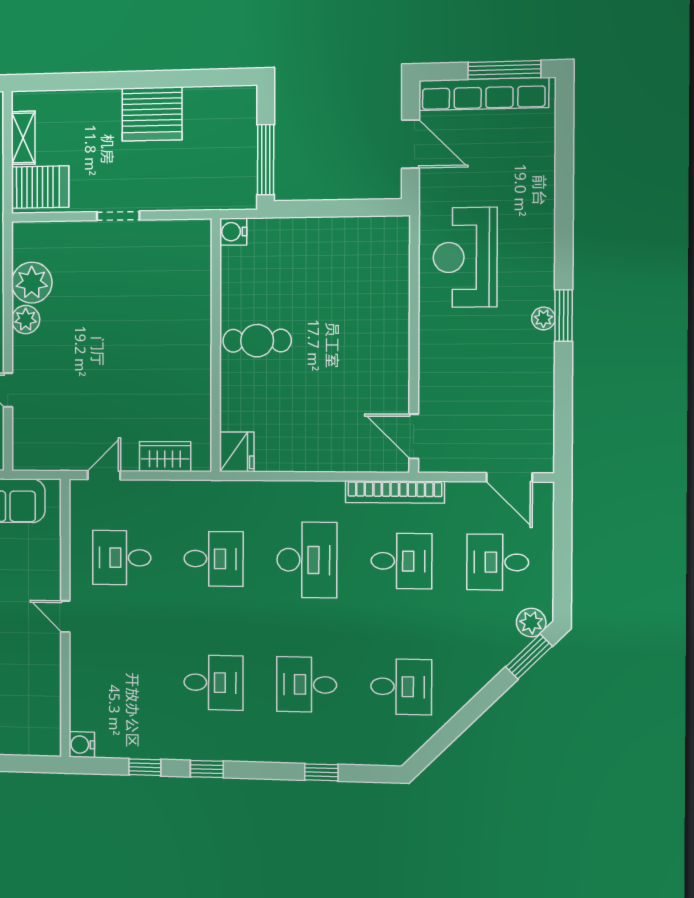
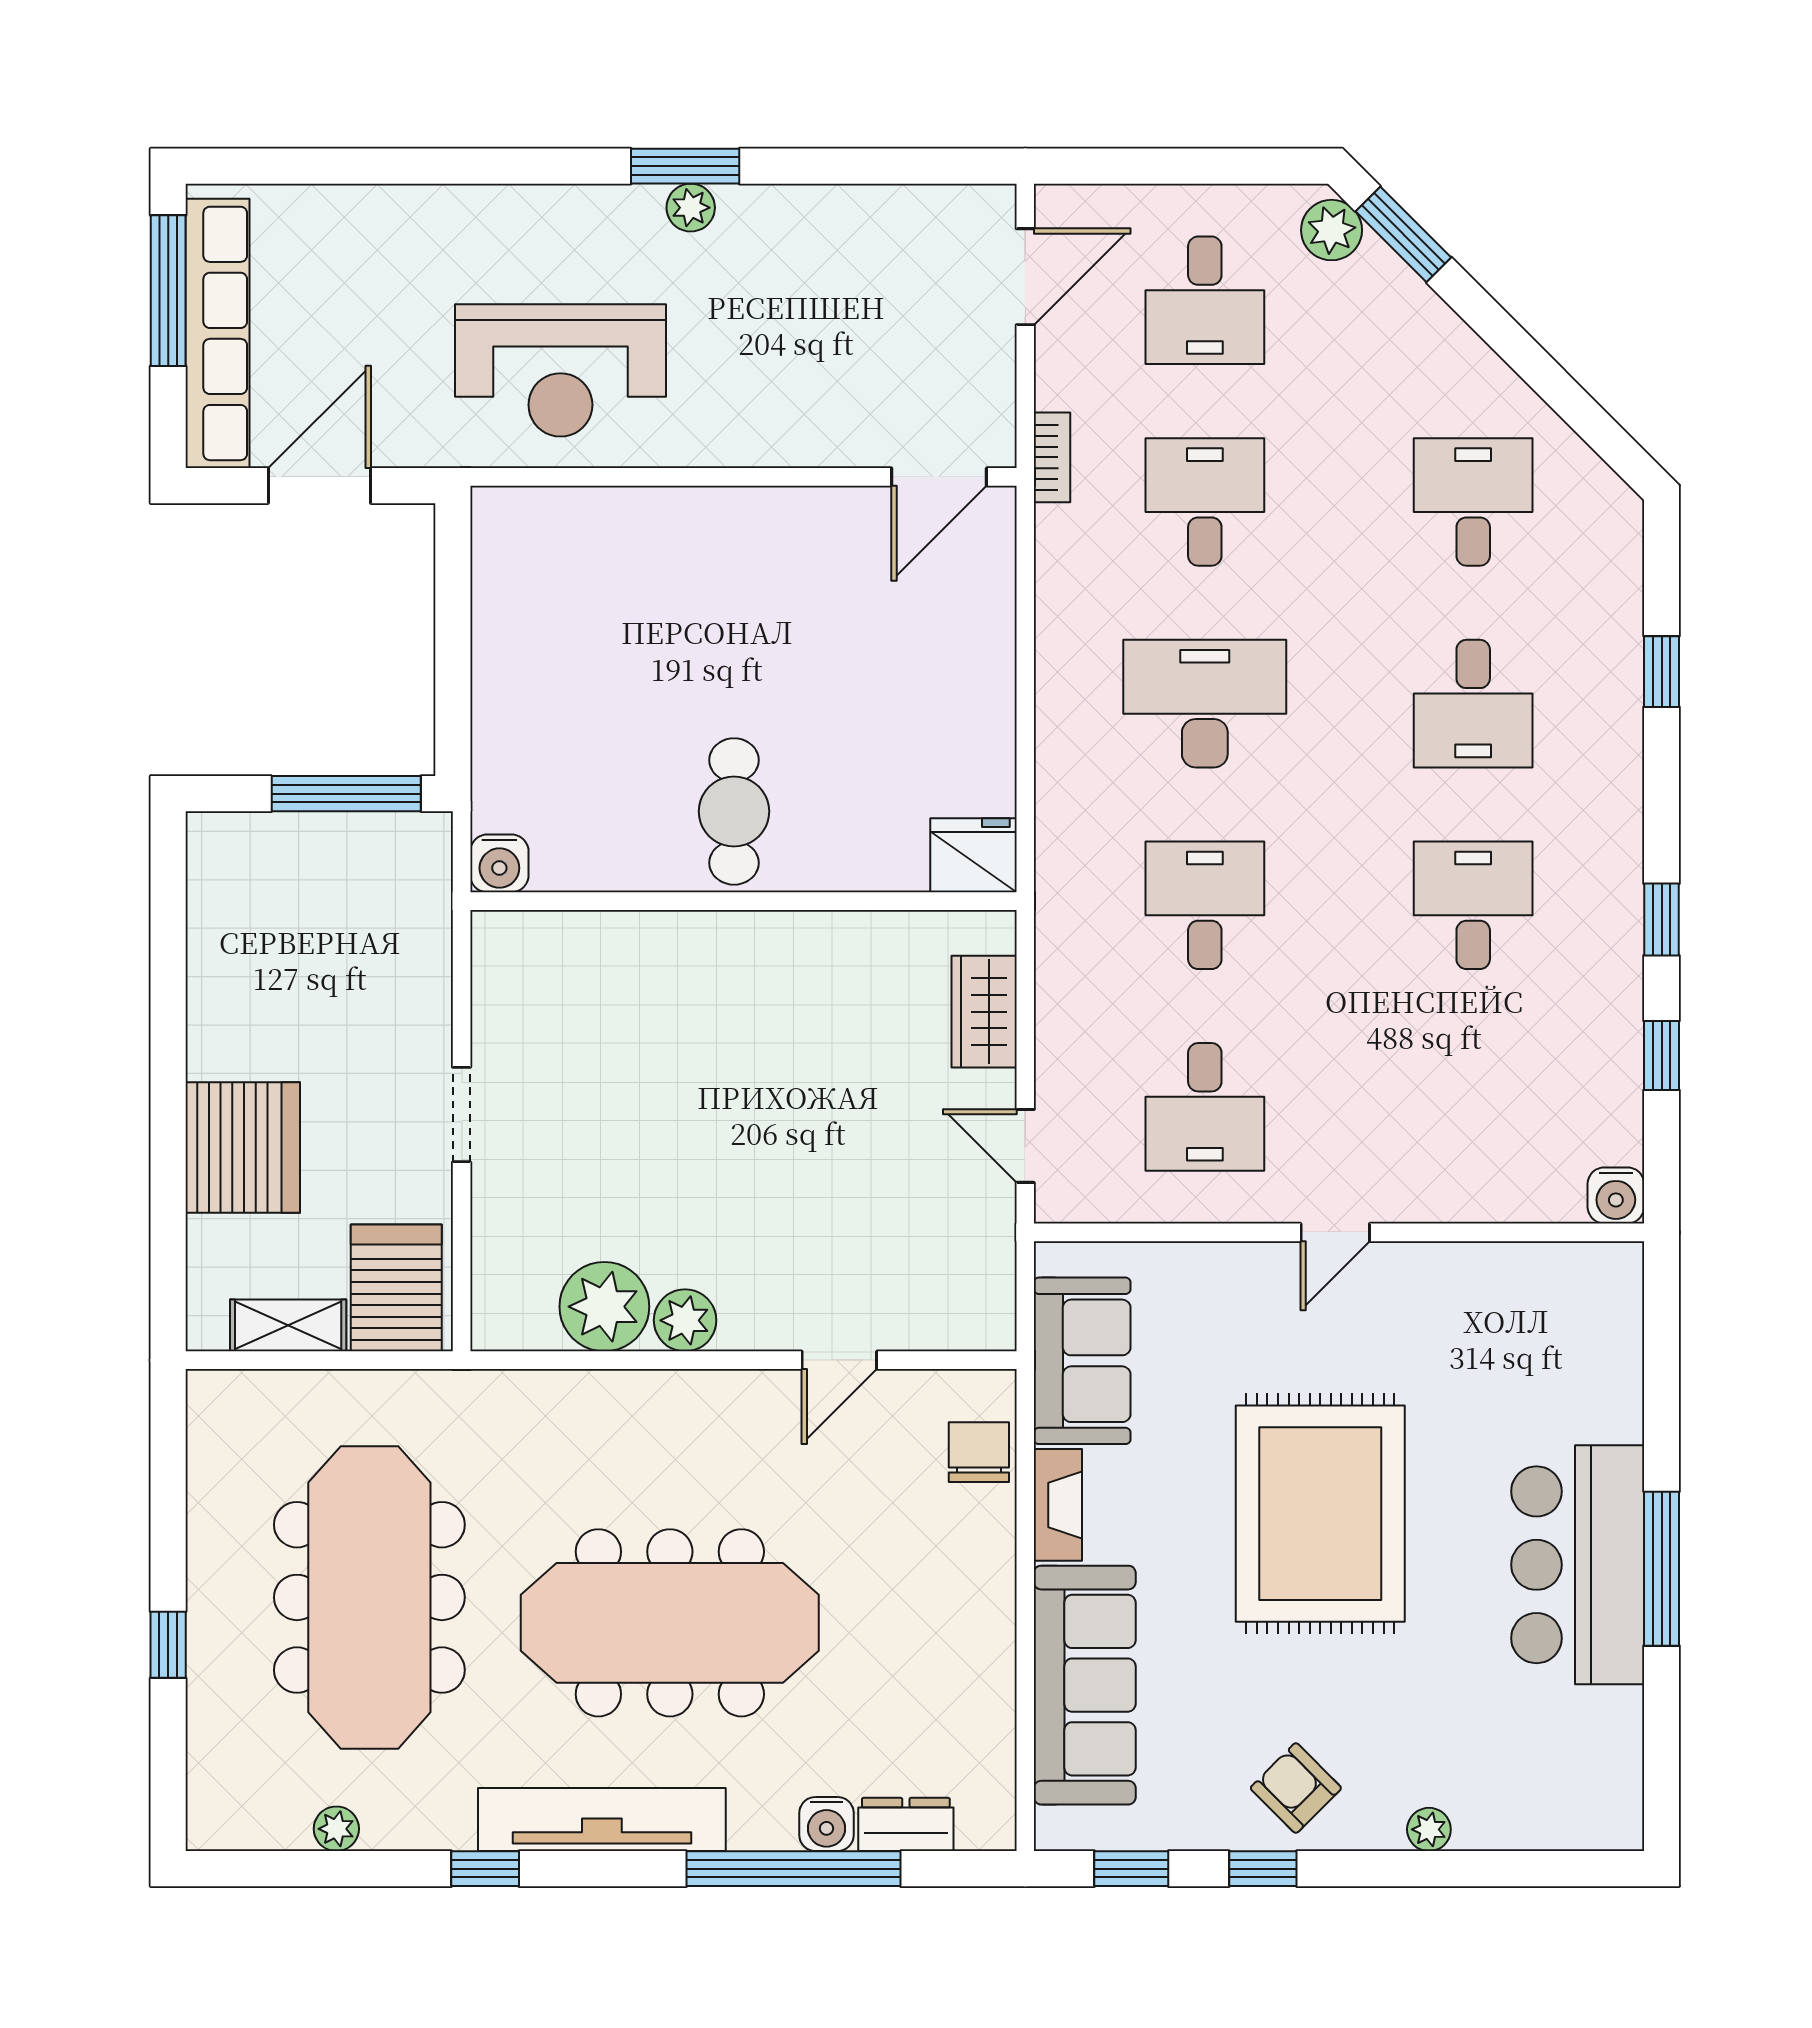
server rack: (152, 114) -> (243, 1148), moved
bookcase: (395, 492) -> (1052, 457), width x0.43, depth x0.76

